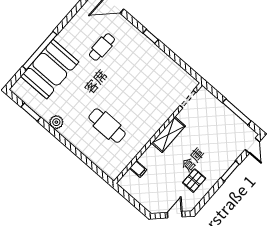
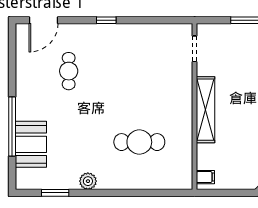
booth: (50, 69) -> (31, 144), width x0.73, depth x0.70
shelving: (168, 135) -> (206, 110), width x1.47
filing cabinet: (138, 169) -> (205, 177), moved

